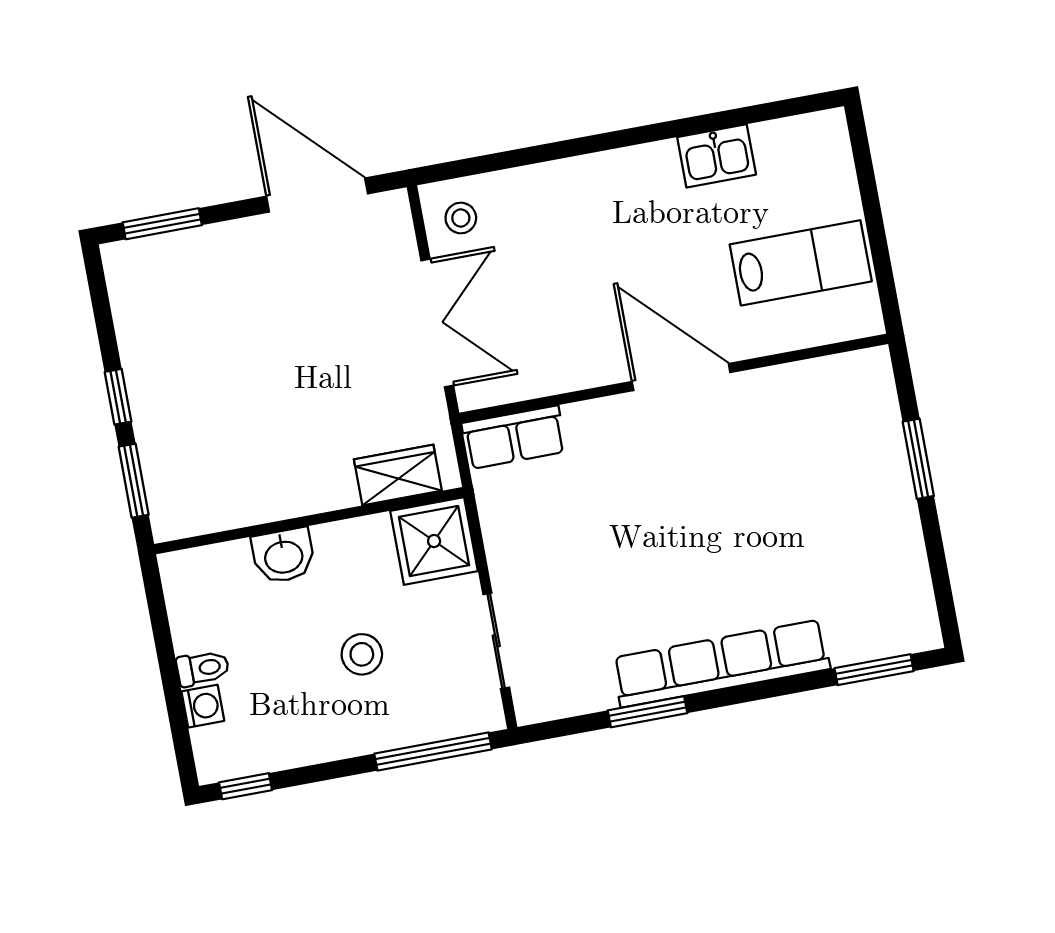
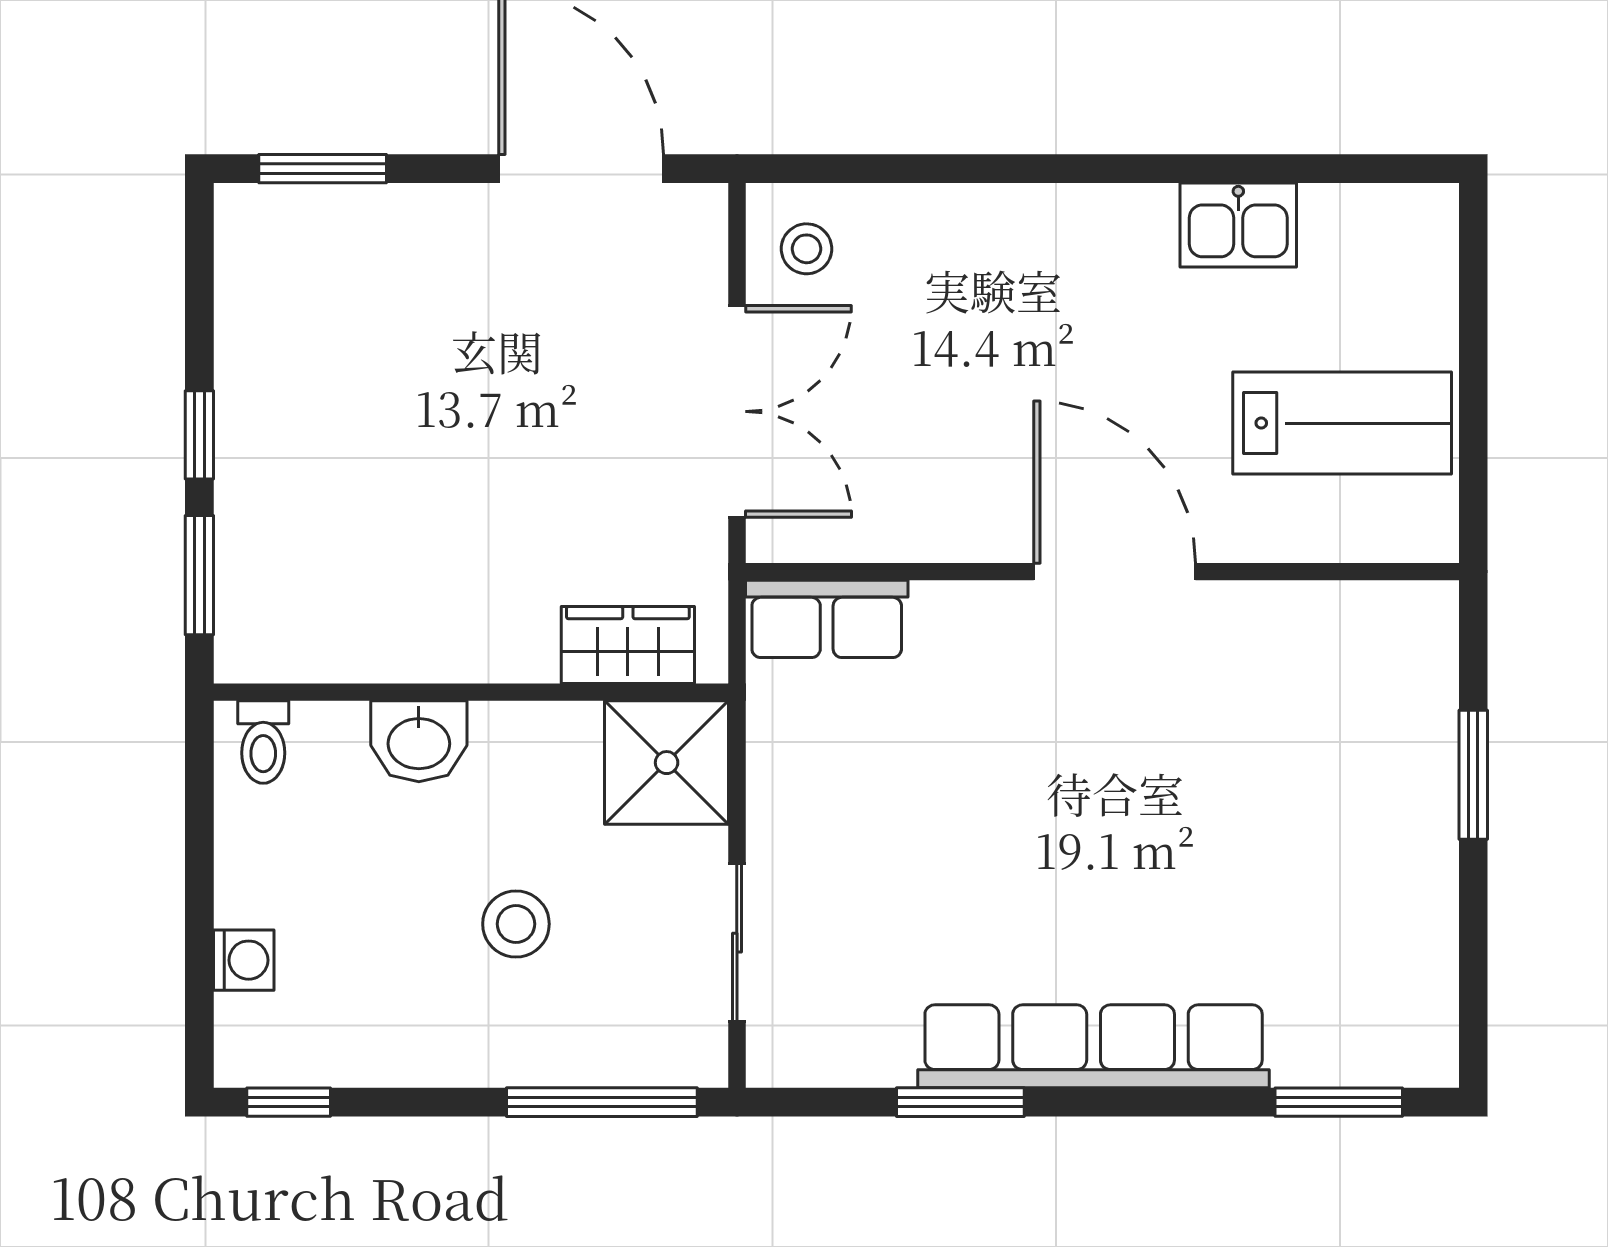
toilet: (203, 668) -> (263, 742), moved, turned 90

